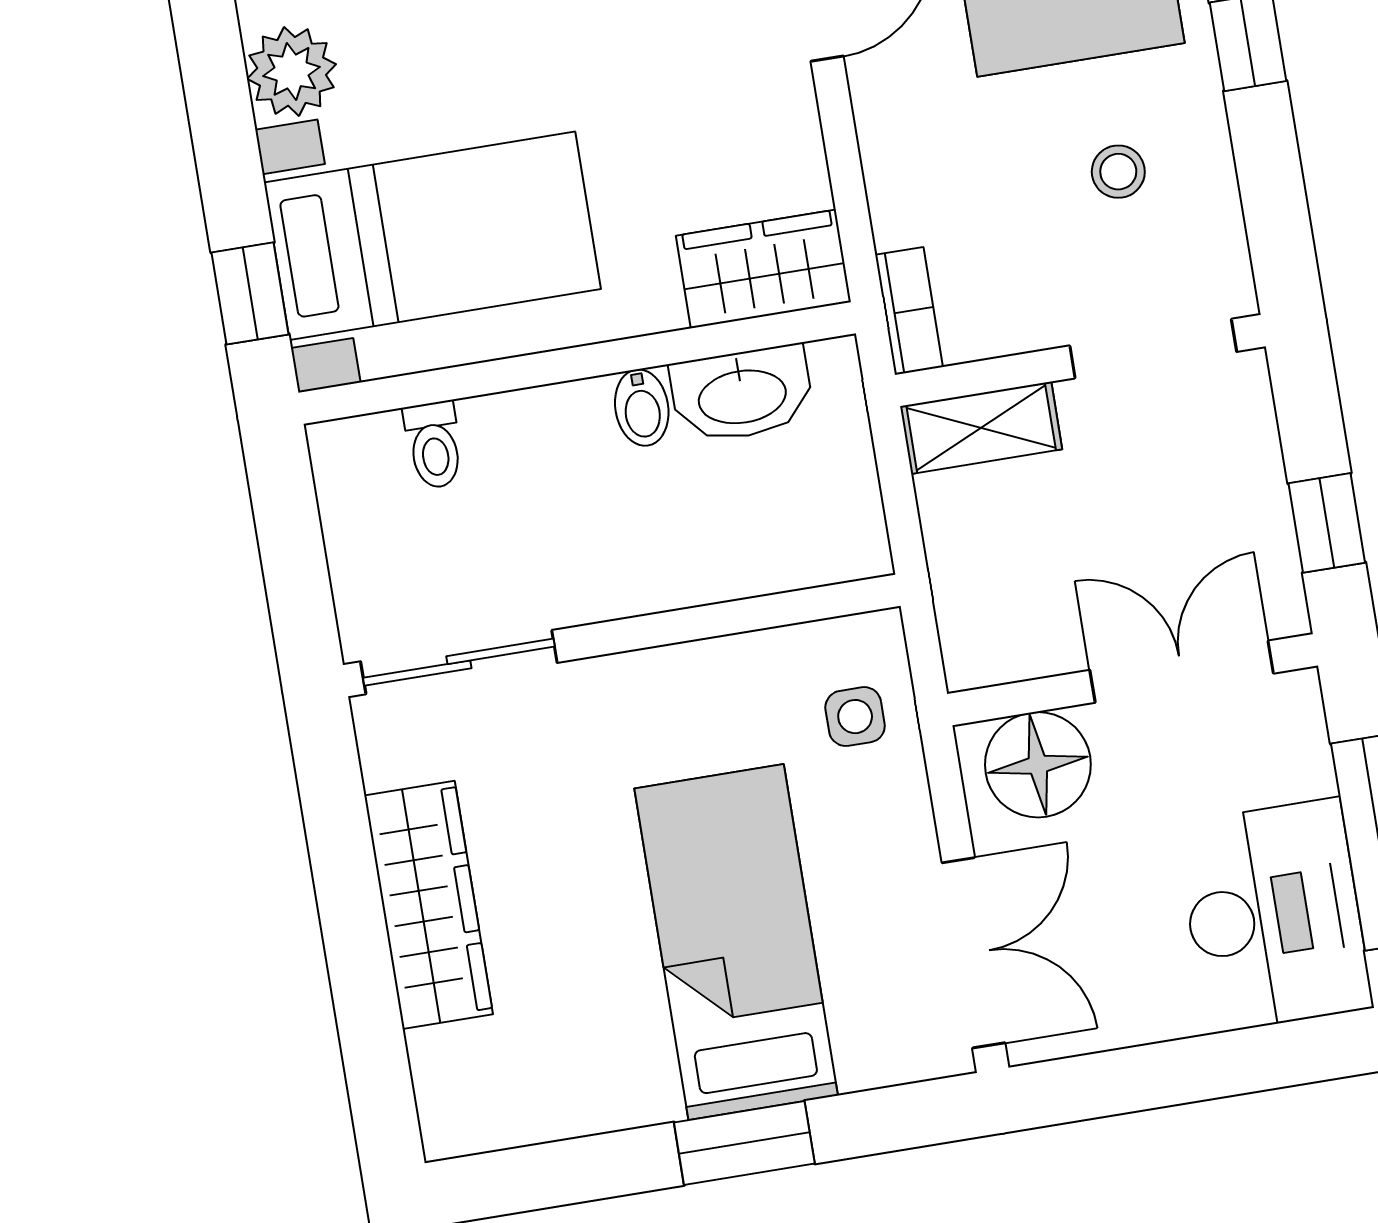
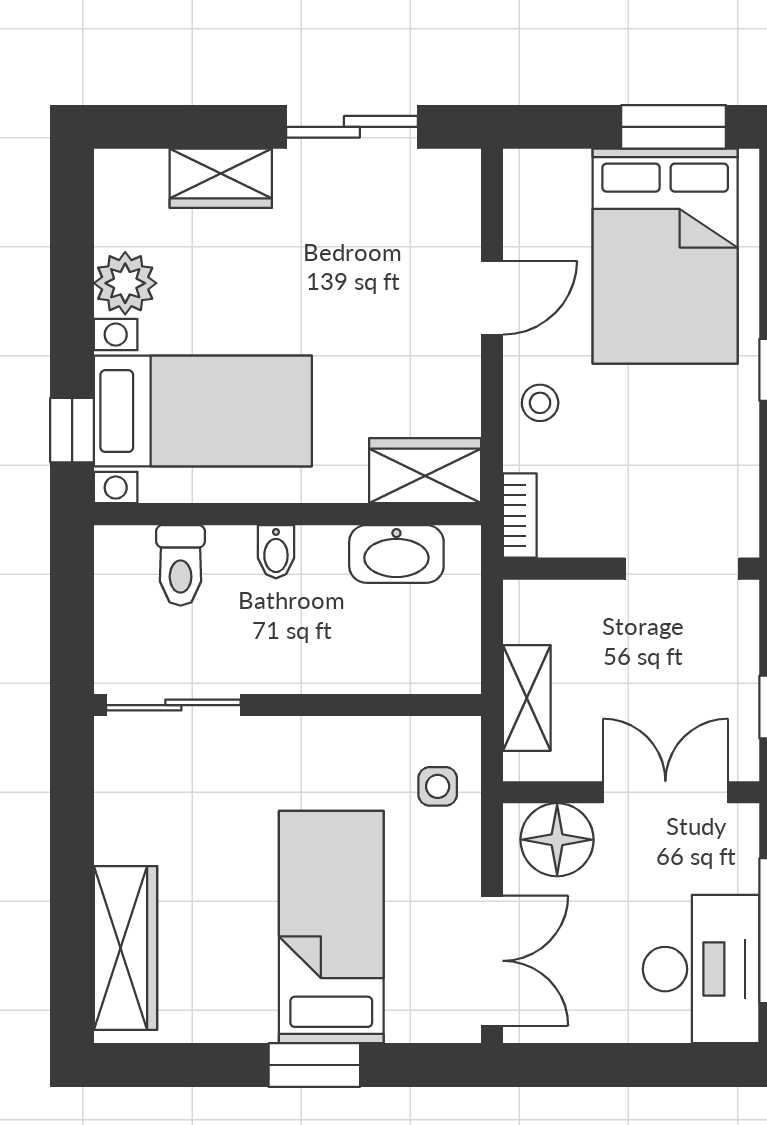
stool: (1118, 172) -> (540, 403), moved
bidet: (642, 408) -> (276, 552), moved
shelving: (981, 428) -> (527, 698), moved, turned 90
toilet: (434, 445) -> (181, 565), width x1.37, depth x1.39
wardrobe: (429, 905) -> (126, 948), moved

